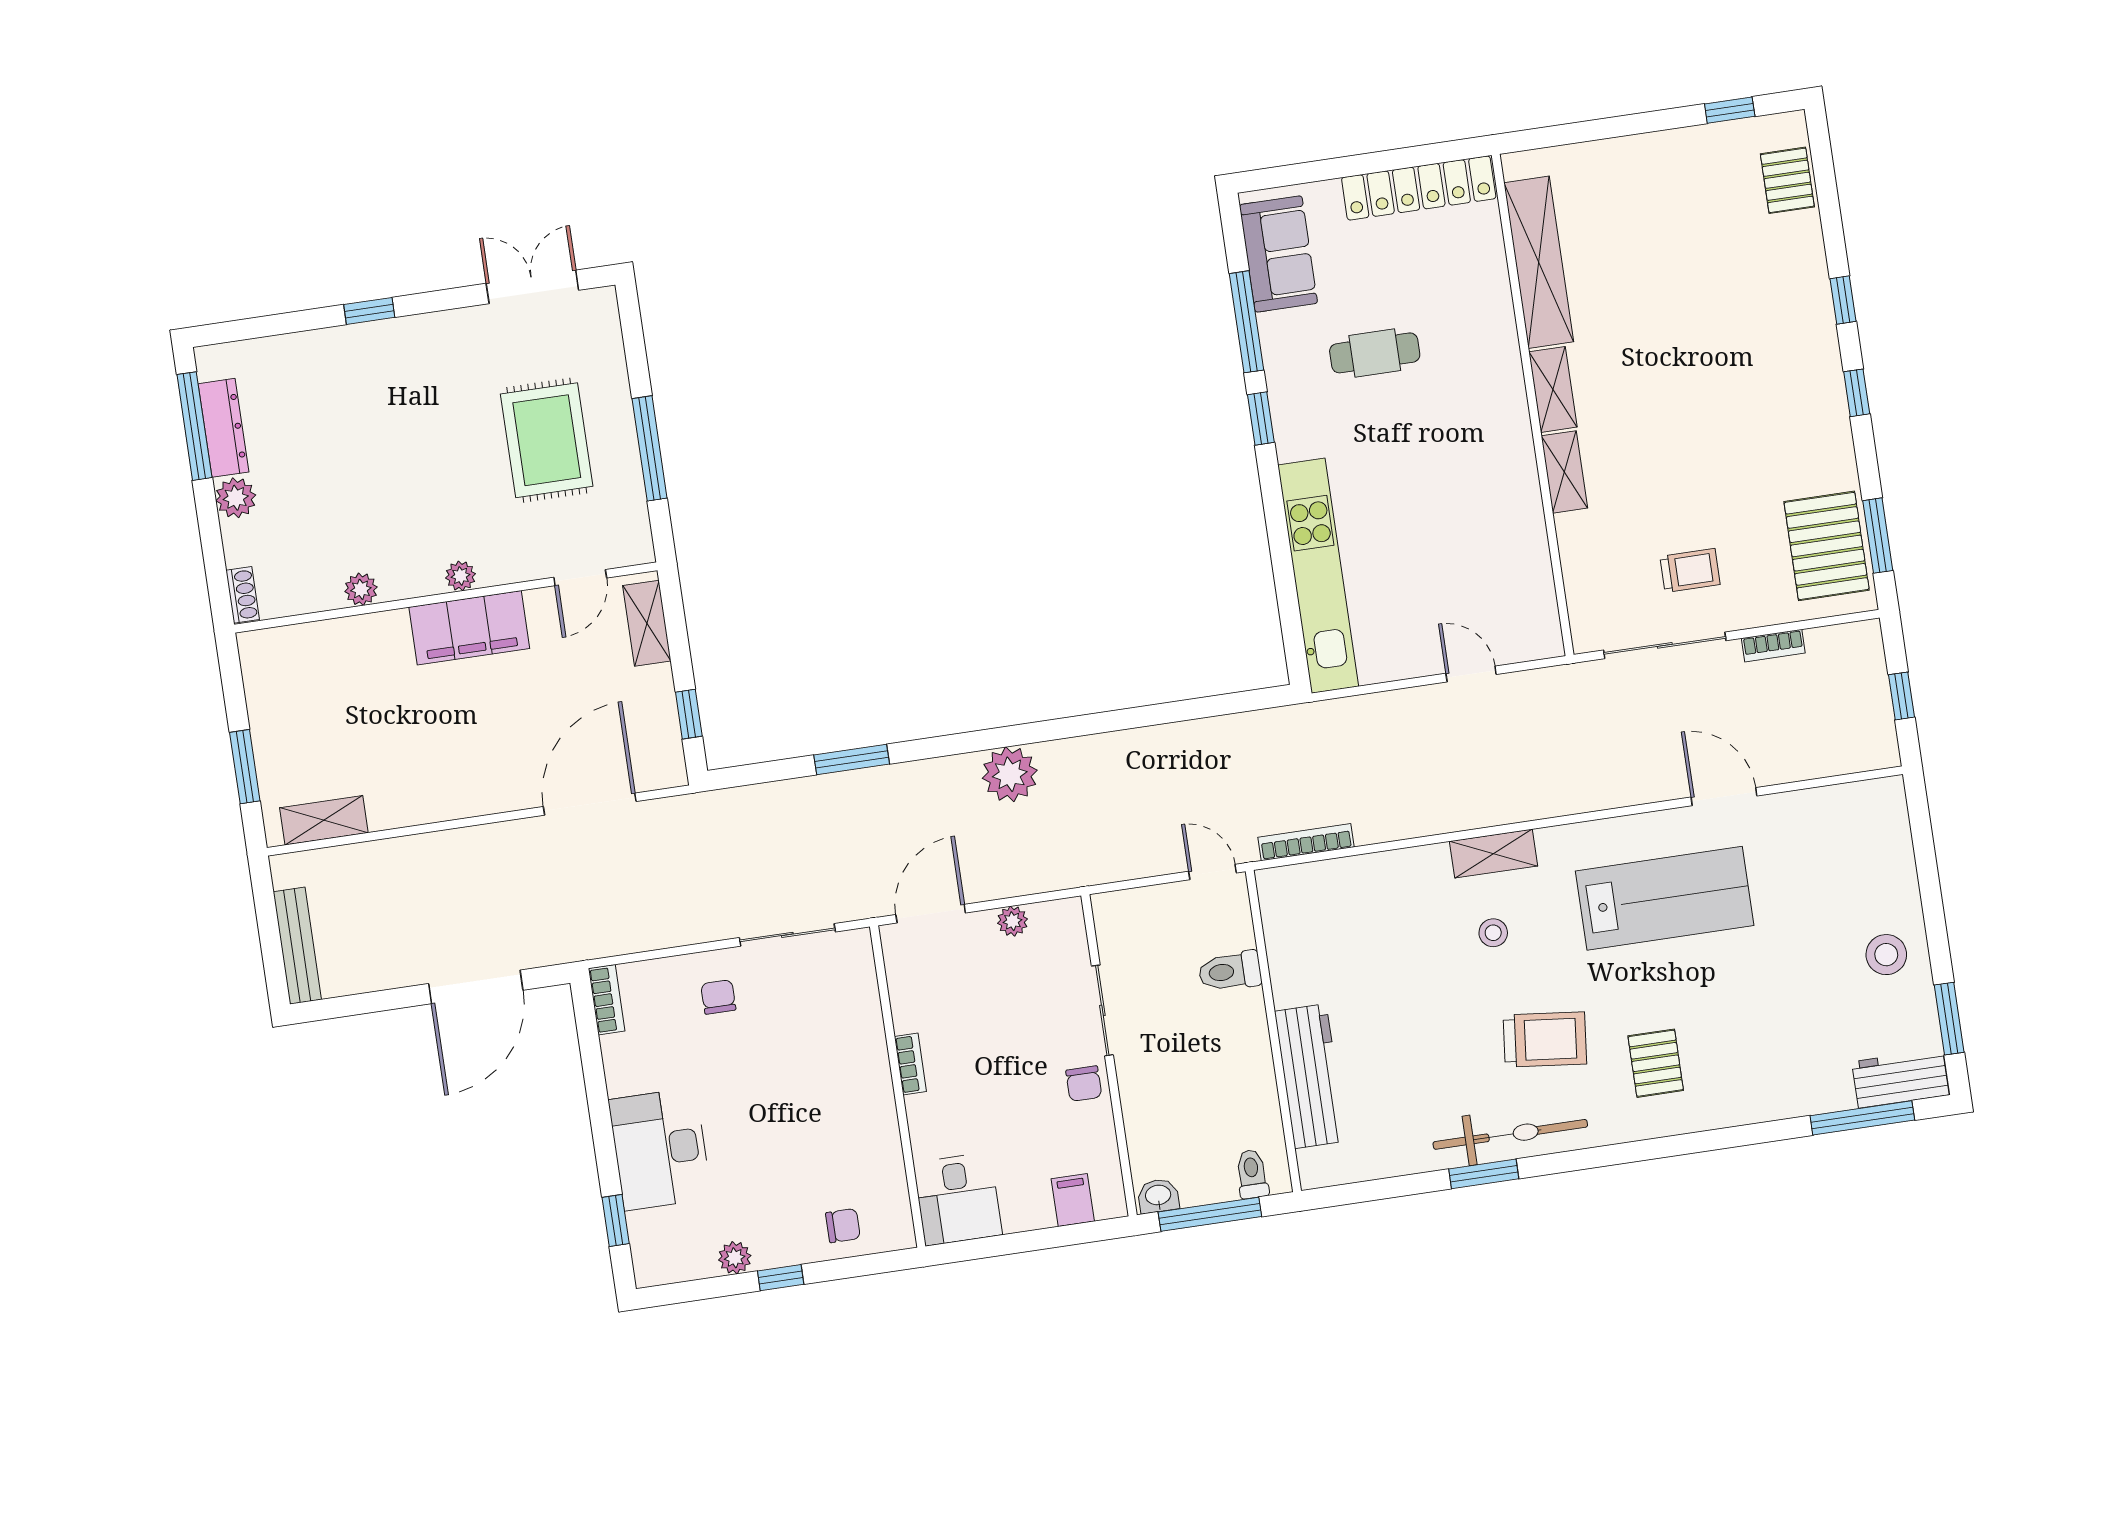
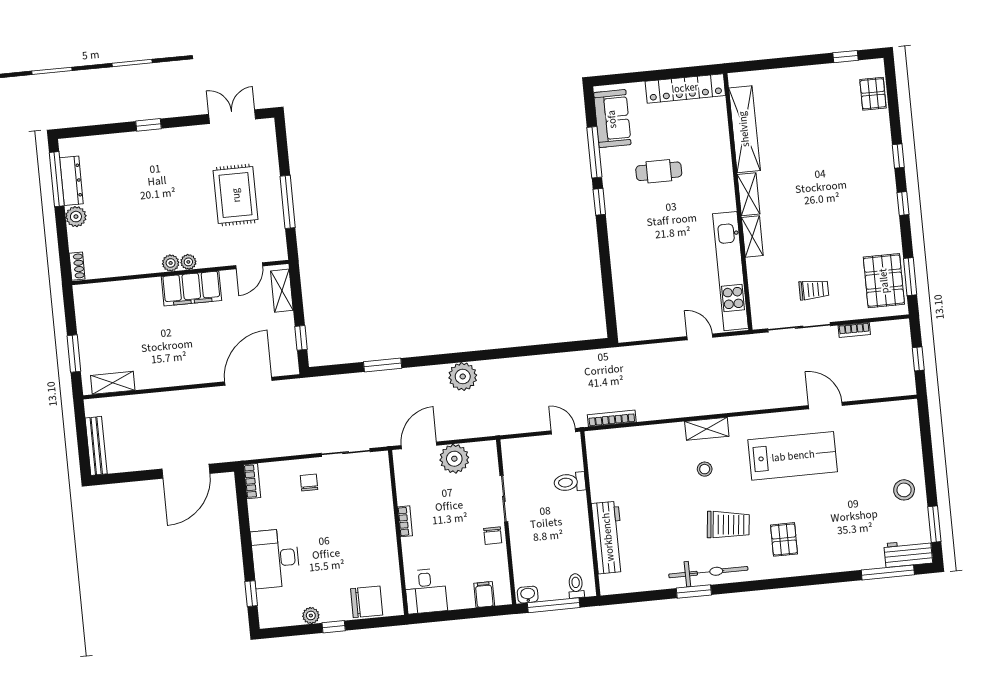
kitchen unit: (1318, 576) -> (730, 271), moved, turned 180
plant: (361, 589) -> (171, 263), moved
plant: (1012, 921) -> (454, 459), width x1.87, depth x1.87
chair: (843, 1226) -> (367, 602), width x1.87, depth x1.87

